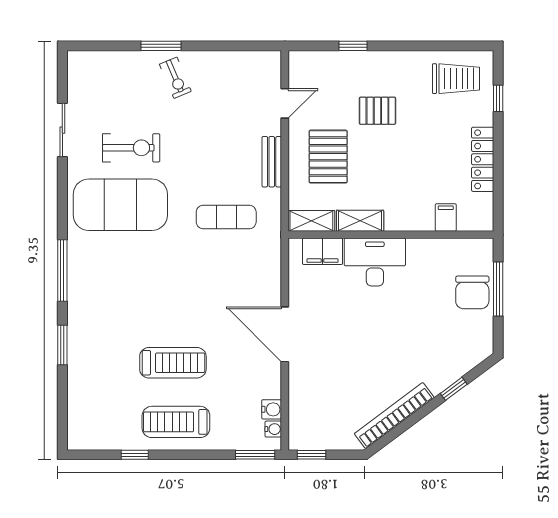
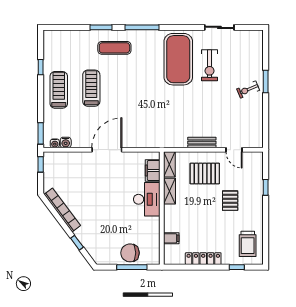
exercise mat: (226, 217) -> (114, 48), moved, turned 90
treadmill: (173, 363) -> (91, 88), turned 180

